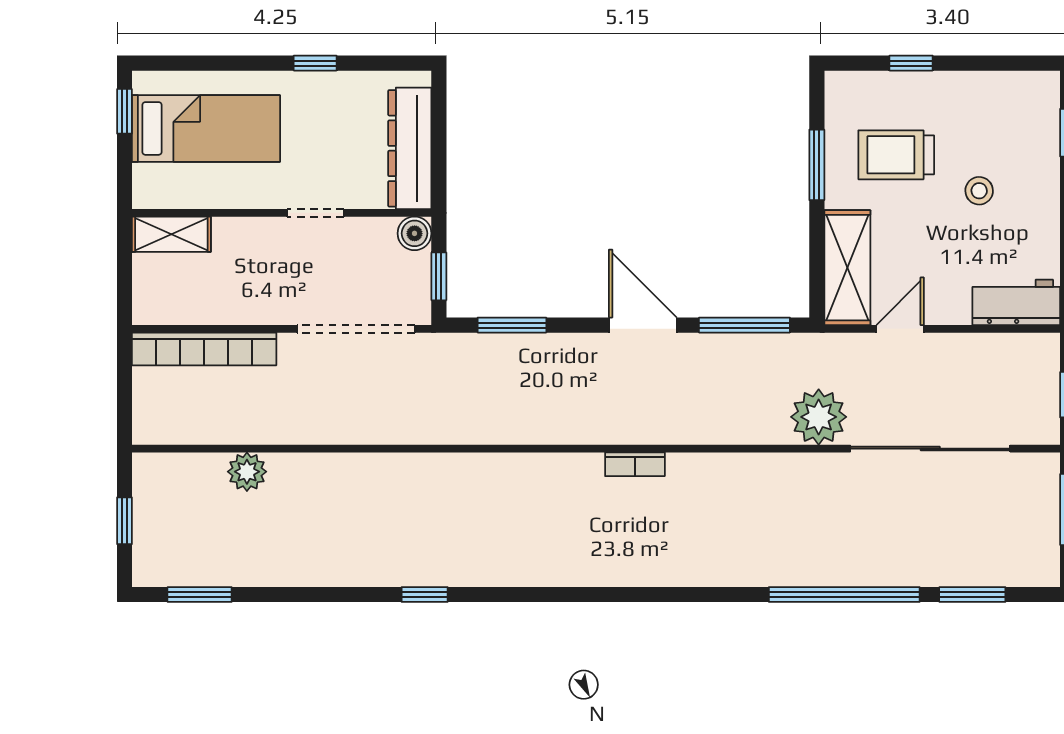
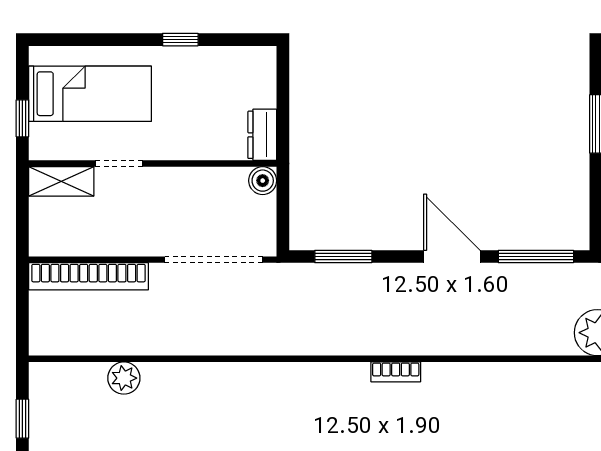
window: (125, 111) -> (22, 118), moved
dresser: (410, 148) -> (262, 135), width x0.51, depth x0.80
doorway: (315, 213) -> (119, 164), moved
window: (439, 276) -> (283, 216), removed
bookcase: (635, 464) -> (396, 372), moved

